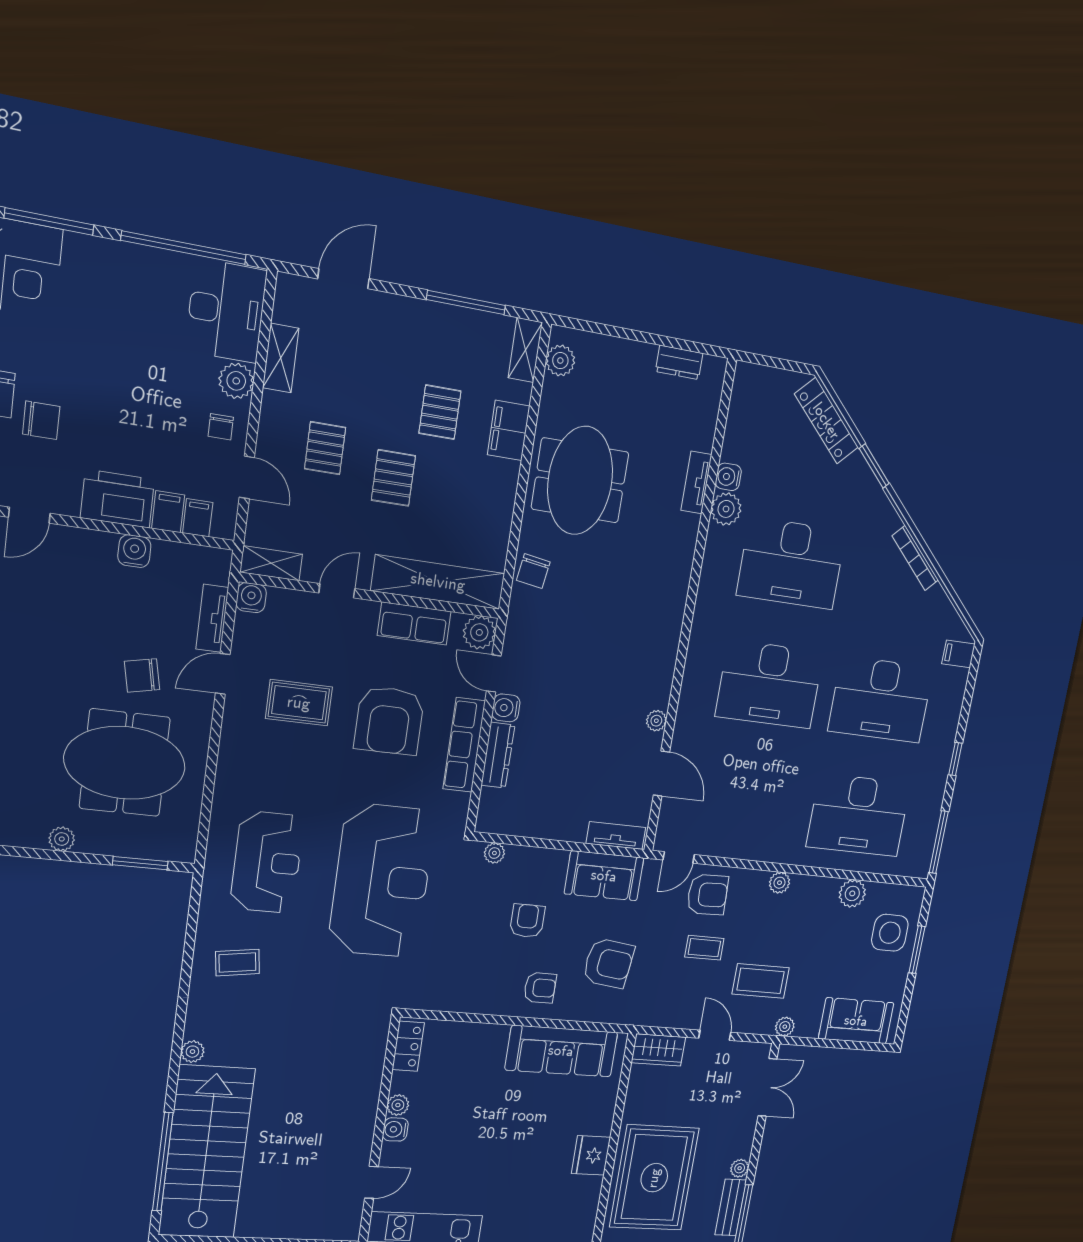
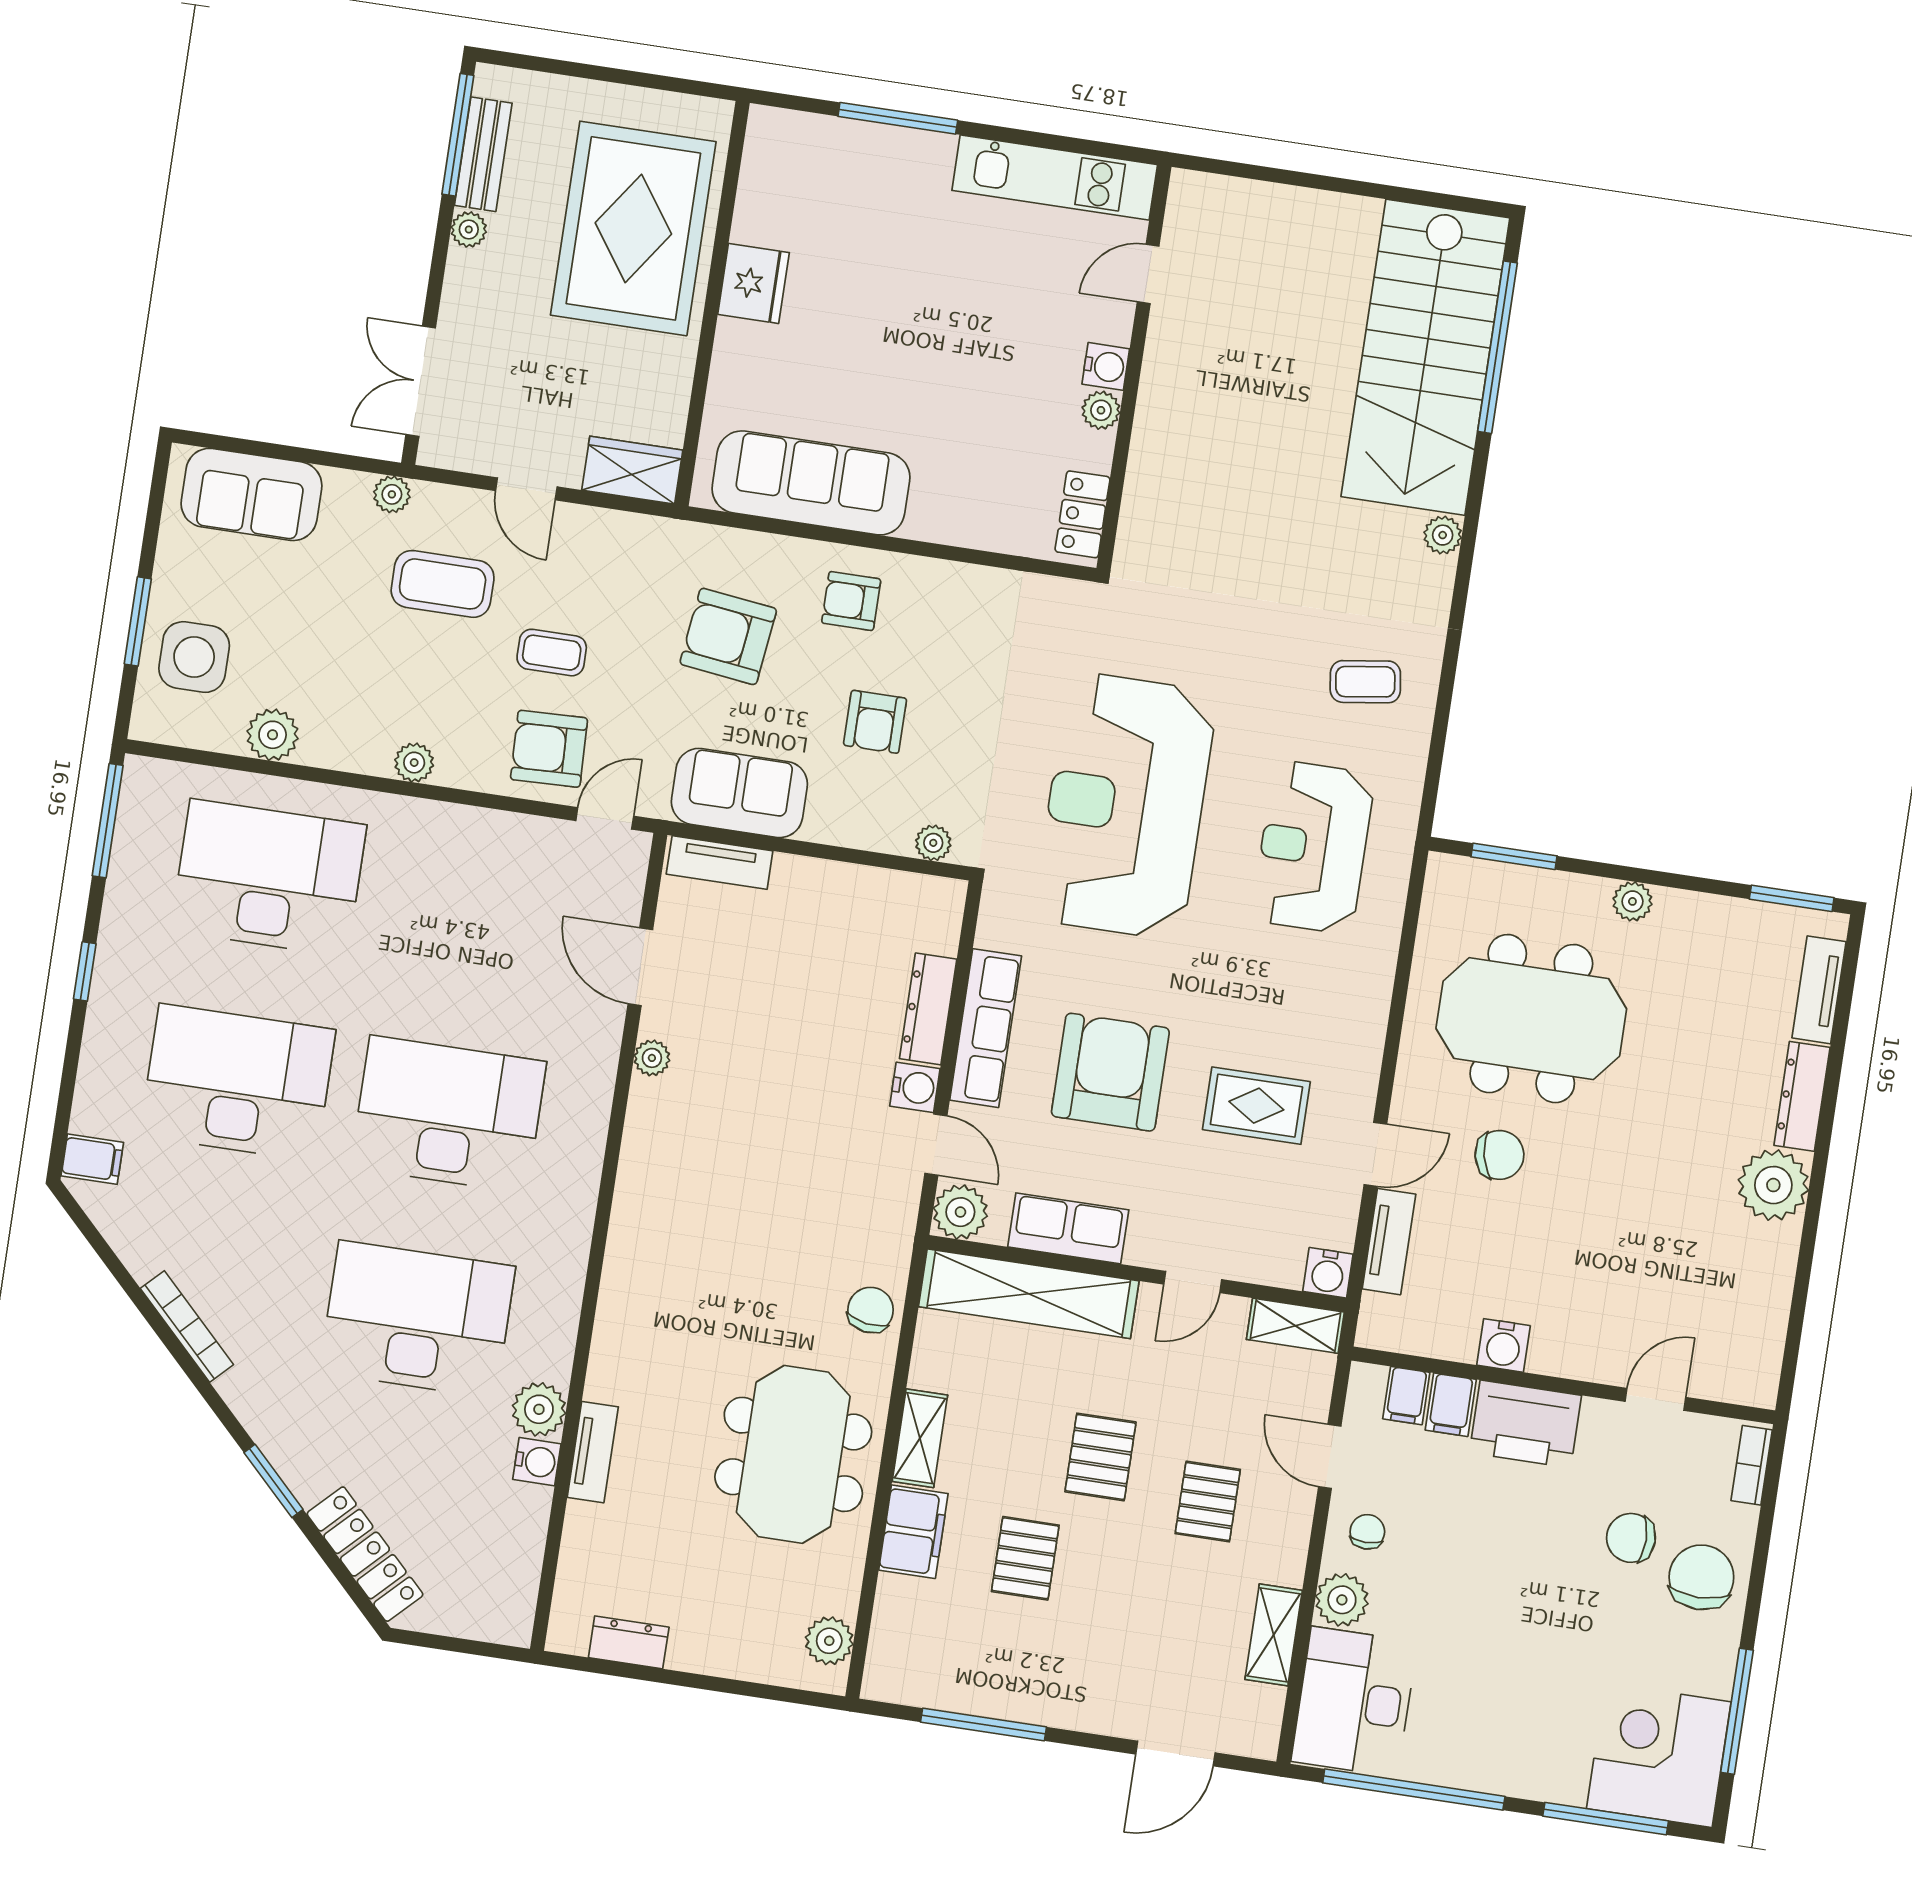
shelving: (525, 350) -> (920, 1438), moved

